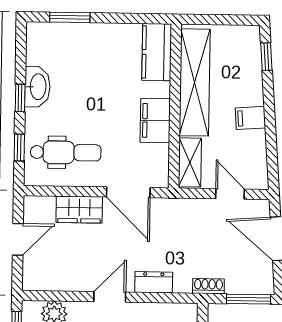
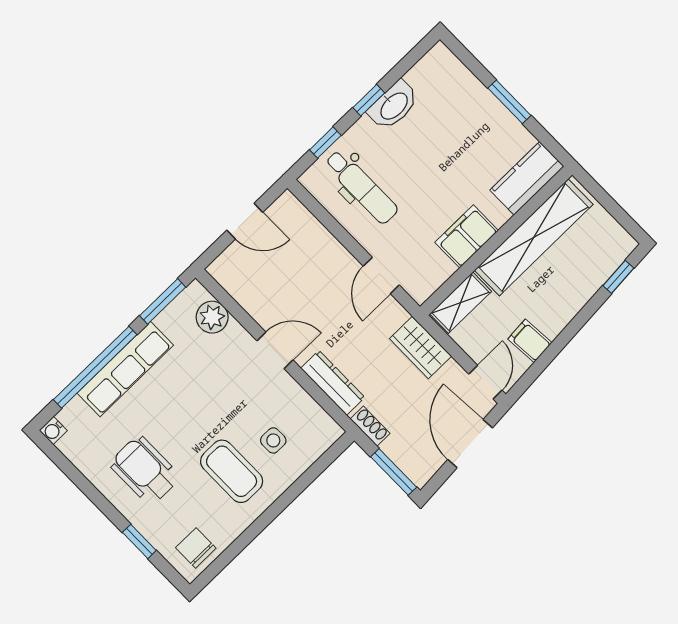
window: (70, 17) -> (509, 102), moved
filing cabinet: (250, 118) -> (530, 341), moved
door: (128, 192) -> (381, 276), width x0.73
door: (230, 194) -> (485, 382), moved
wardrobe: (79, 210) -> (421, 347), moved
dresser: (154, 282) -> (333, 383), width x1.44

